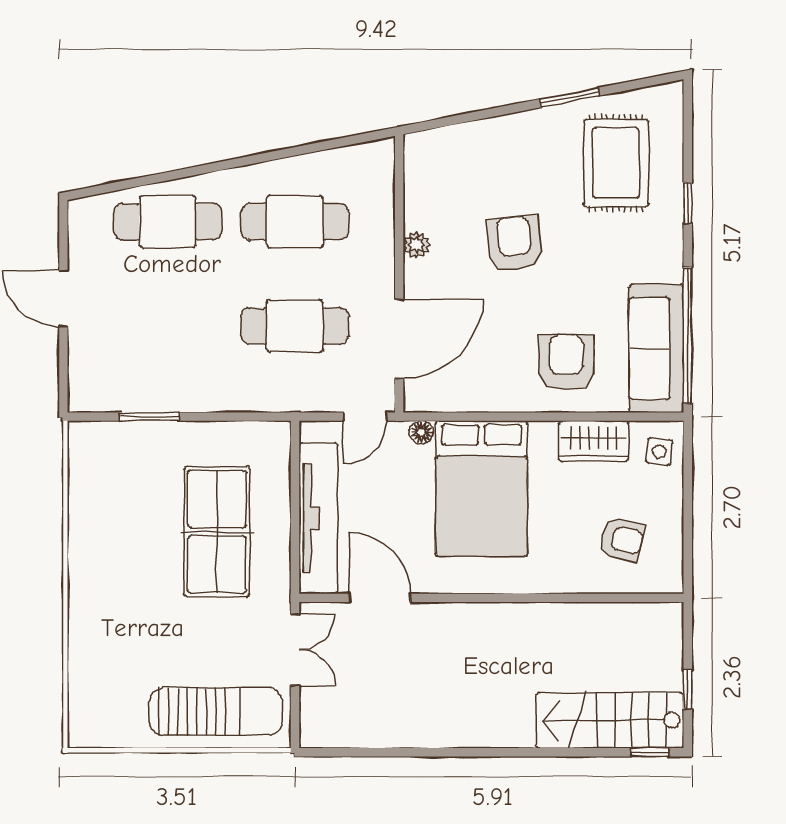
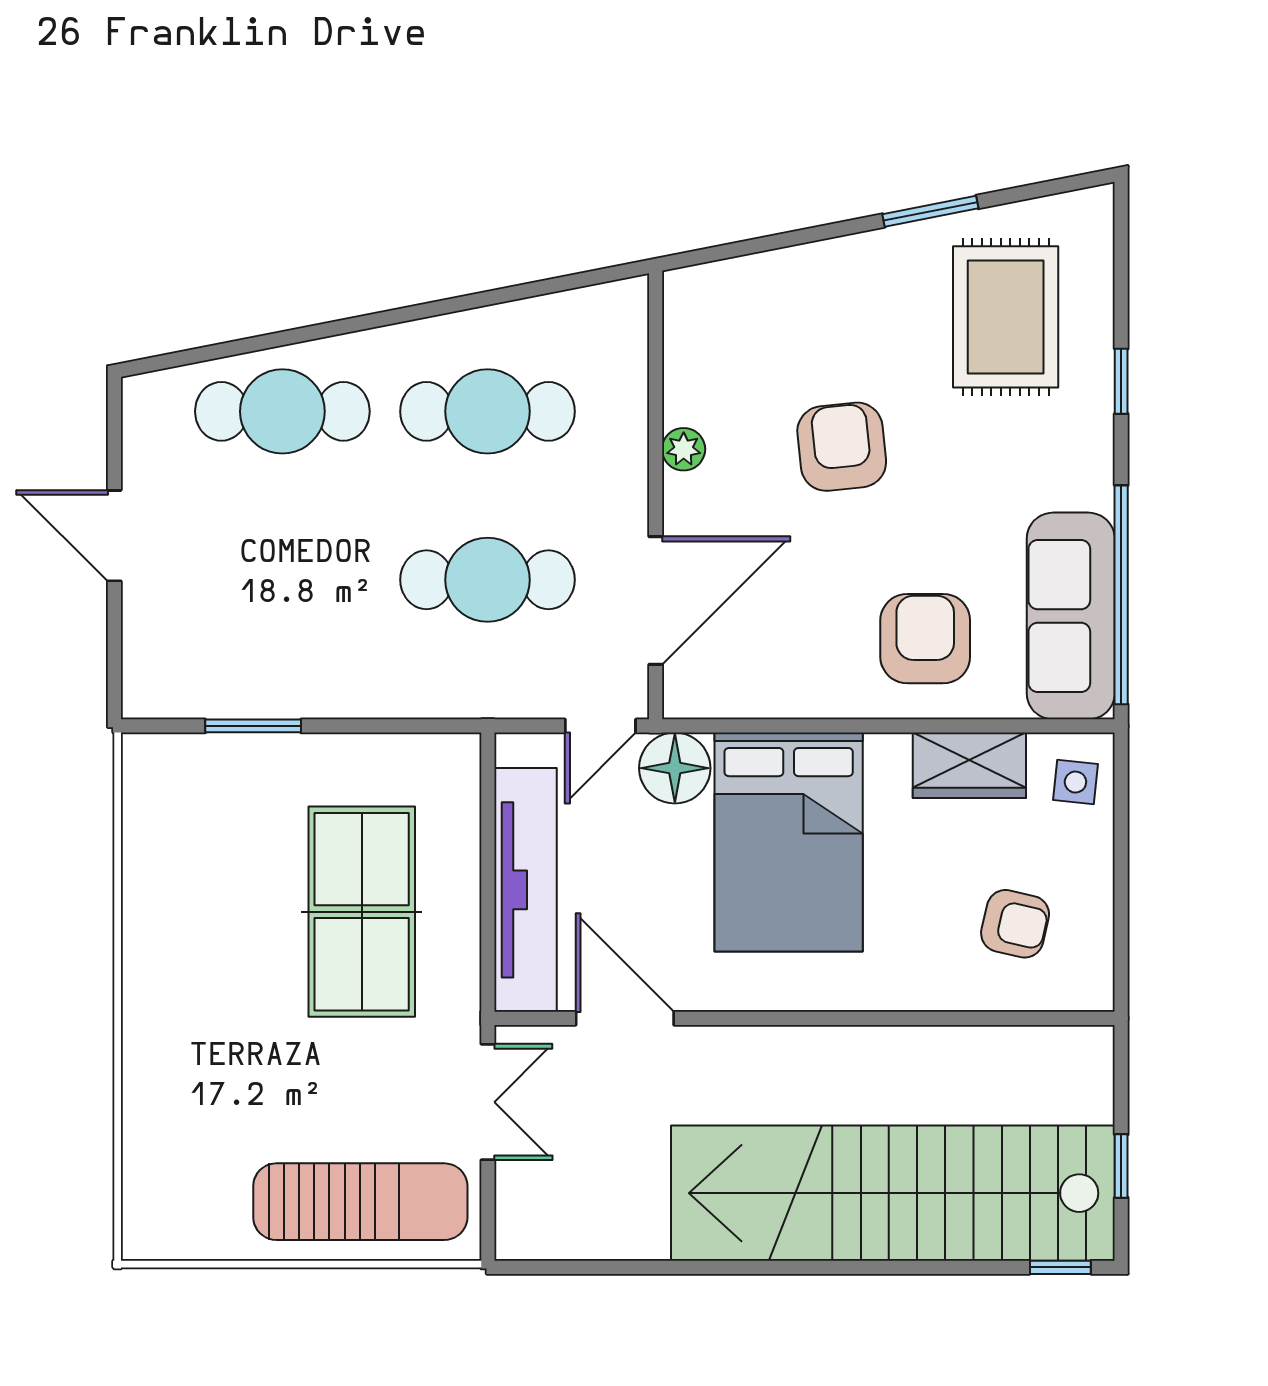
floor lamp: (421, 432) -> (675, 768), width x1.89, depth x1.89
stairs: (610, 720) -> (893, 1193), width x1.86, depth x1.51

